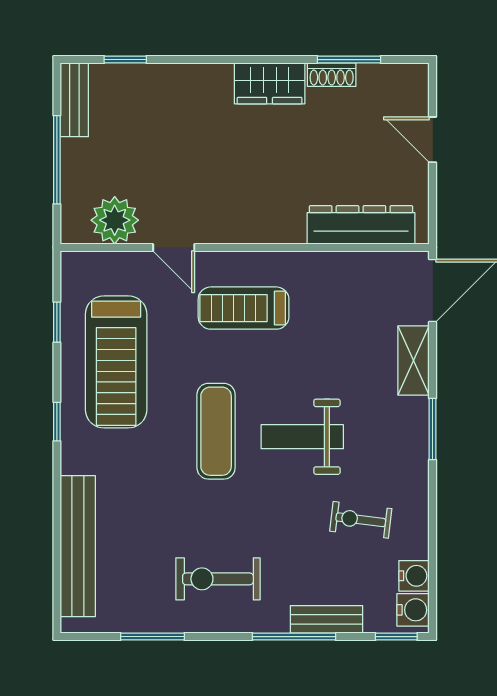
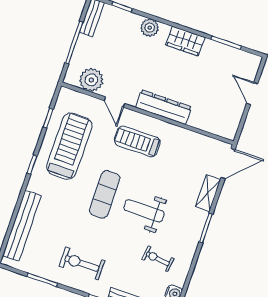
shoe rack: (332, 75) -> (216, 47), removed
plant: (192, 81) -> (150, 28), added
dresser: (361, 225) -> (164, 107), moved
treadmill: (116, 362) -> (69, 146), turned 180

